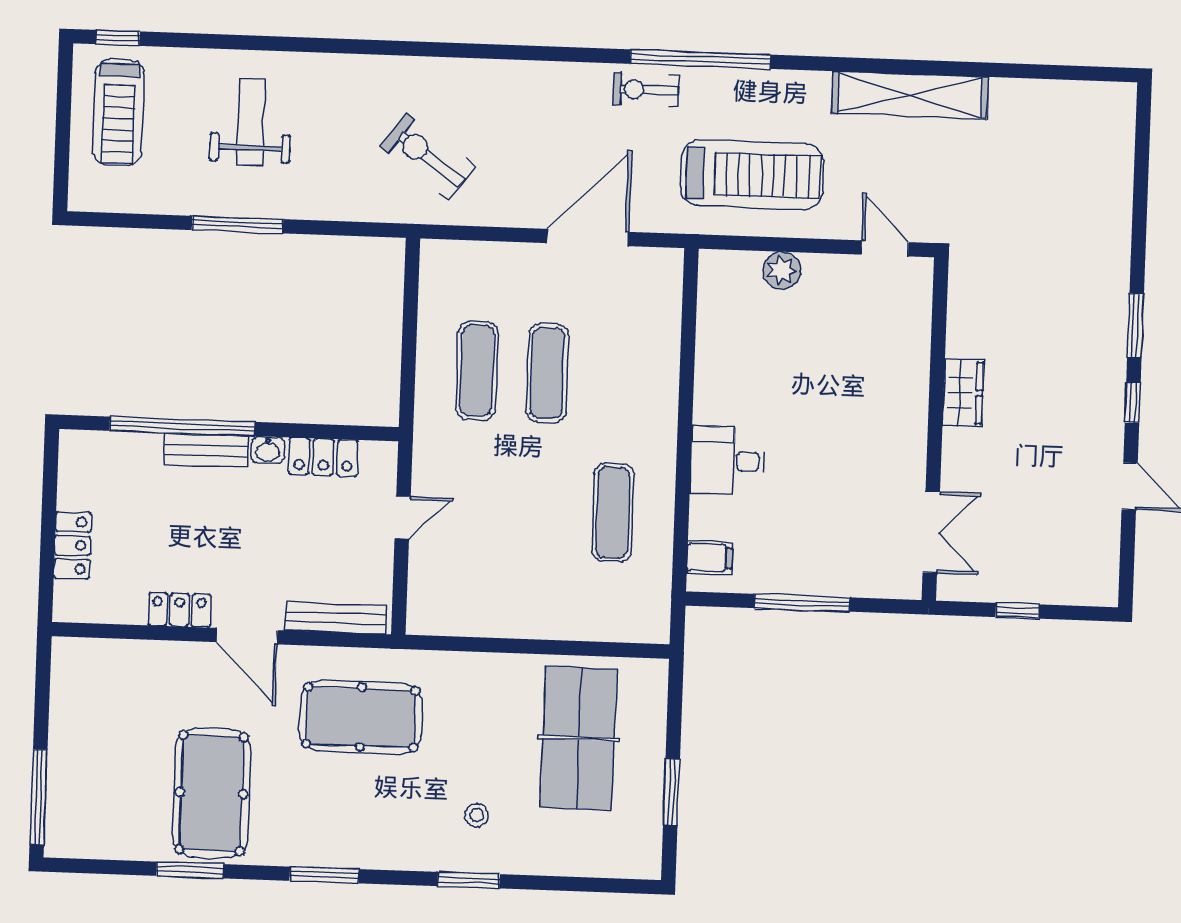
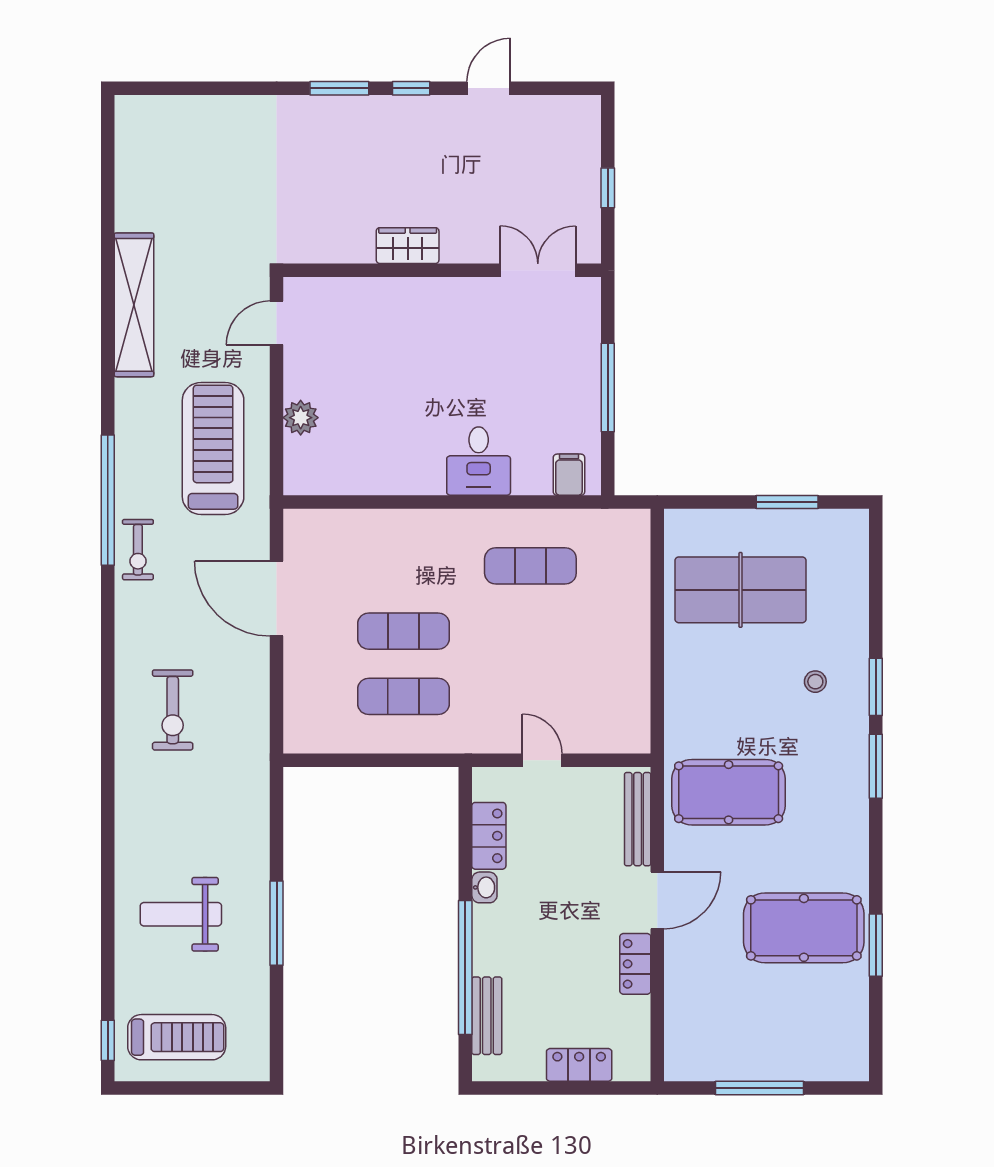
exercise bike: (428, 157) -> (173, 710), moved, turned -36
bench: (206, 450) -> (487, 1016), moved
pool table: (361, 717) -> (729, 792), turned 90
window: (38, 797) -> (760, 1088), moved
window: (324, 875) -> (876, 766), moved

